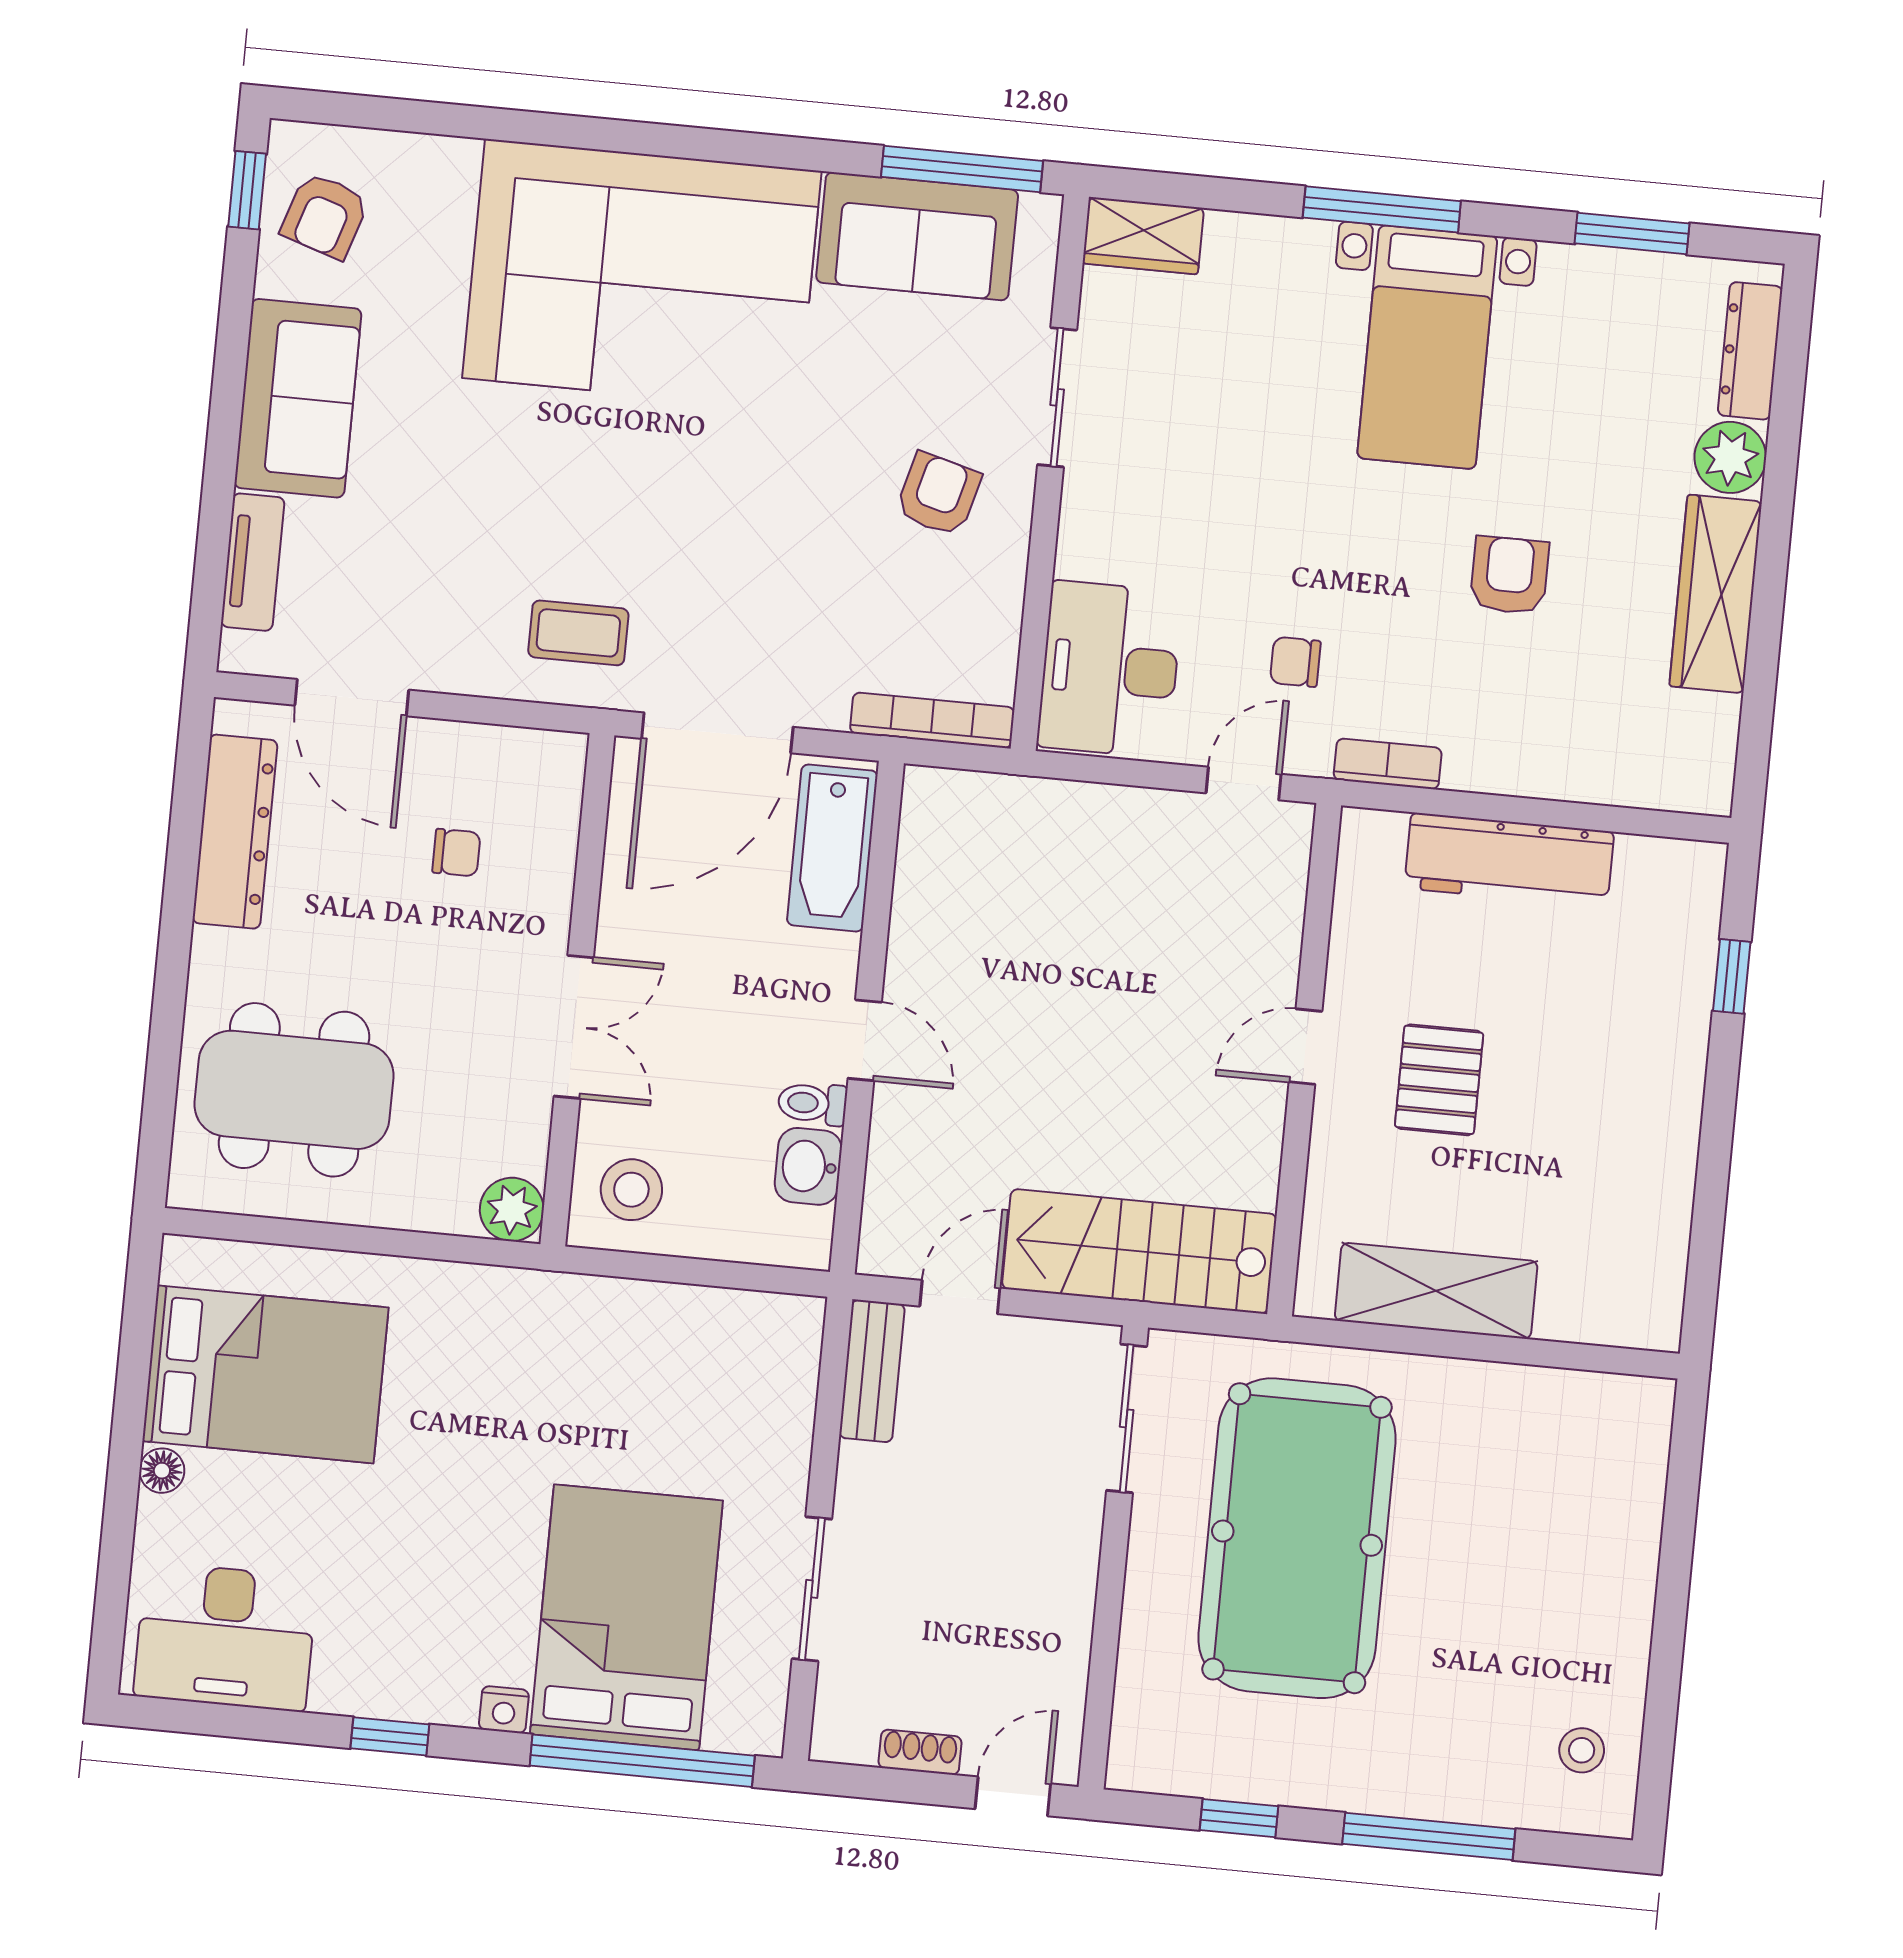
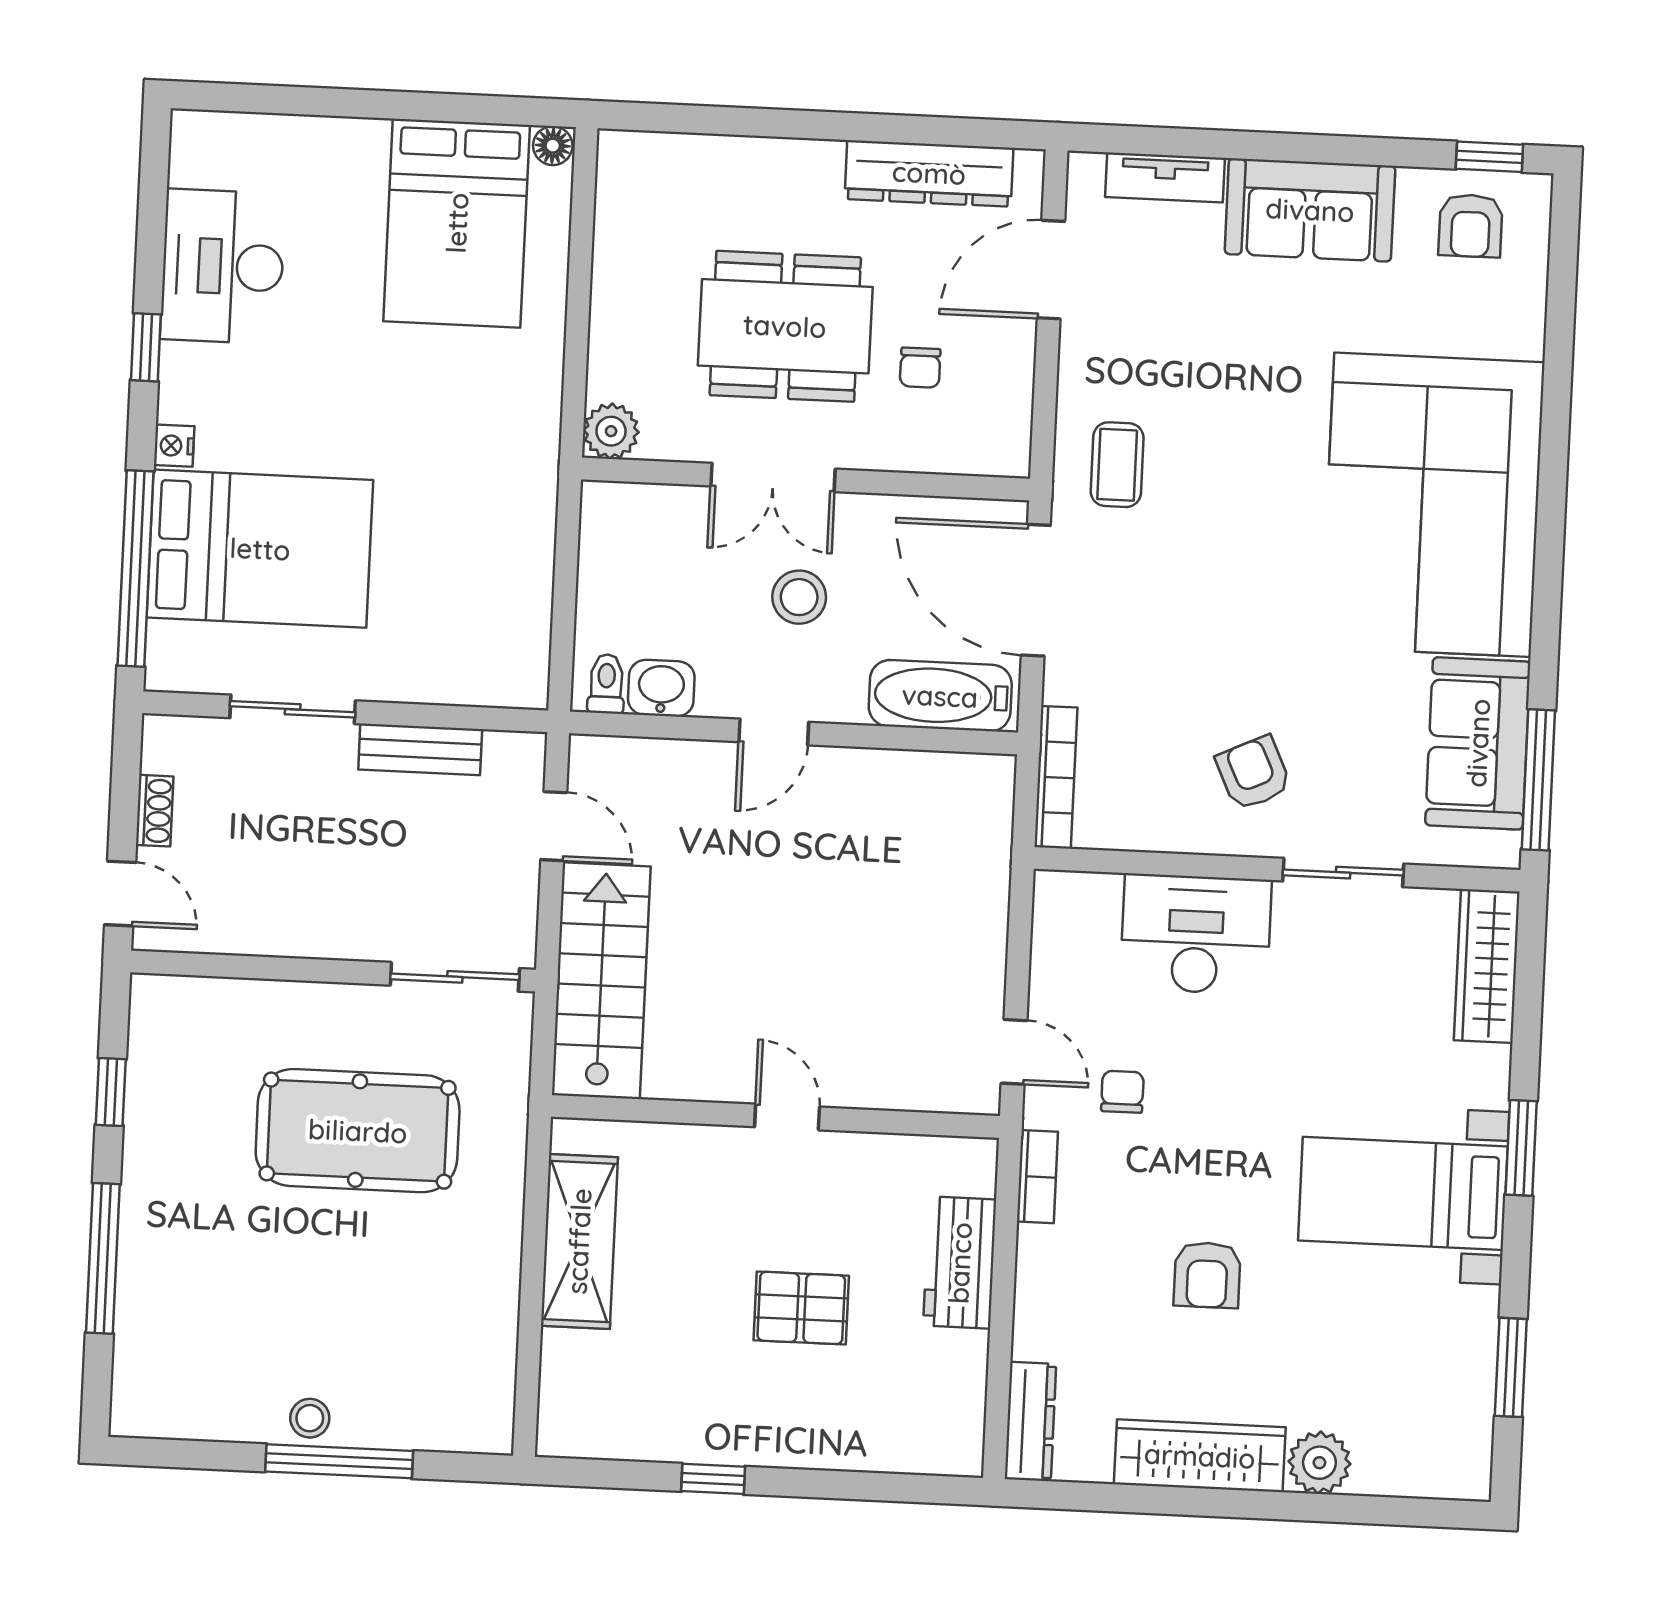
window: (1382, 209) -> (1521, 1148), width x0.69
armchair: (325, 216) -> (1470, 226), turned -108
wardrobe: (1143, 236) -> (1487, 966), width x1.50
dresser: (1750, 351) -> (1030, 1421), moved, turned 90
armchair: (938, 494) -> (1253, 773), turned -130
armchair: (1509, 575) -> (1207, 1275), turned 90
desk: (1110, 669) -> (1196, 934), moved
workbench: (1509, 860) -> (960, 1263), width x0.73
window: (1732, 976) -> (713, 1479), moved
pallet: (1439, 1080) -> (801, 1308), moved
dining table: (294, 1090) -> (785, 326), moved, turned 90
toilet: (812, 1103) -> (606, 684), moved
stool: (631, 1190) -> (799, 597), moved
bench: (872, 1371) -> (420, 749), moved
floor lamp: (162, 1471) -> (553, 146), moved
pool table: (1297, 1538) -> (358, 1131), width x0.73, depth x0.76
window: (1674, 1578) -> (339, 1461), added
desk: (225, 1637) -> (223, 266), moved
stool: (1582, 1750) -> (310, 1418), moved

